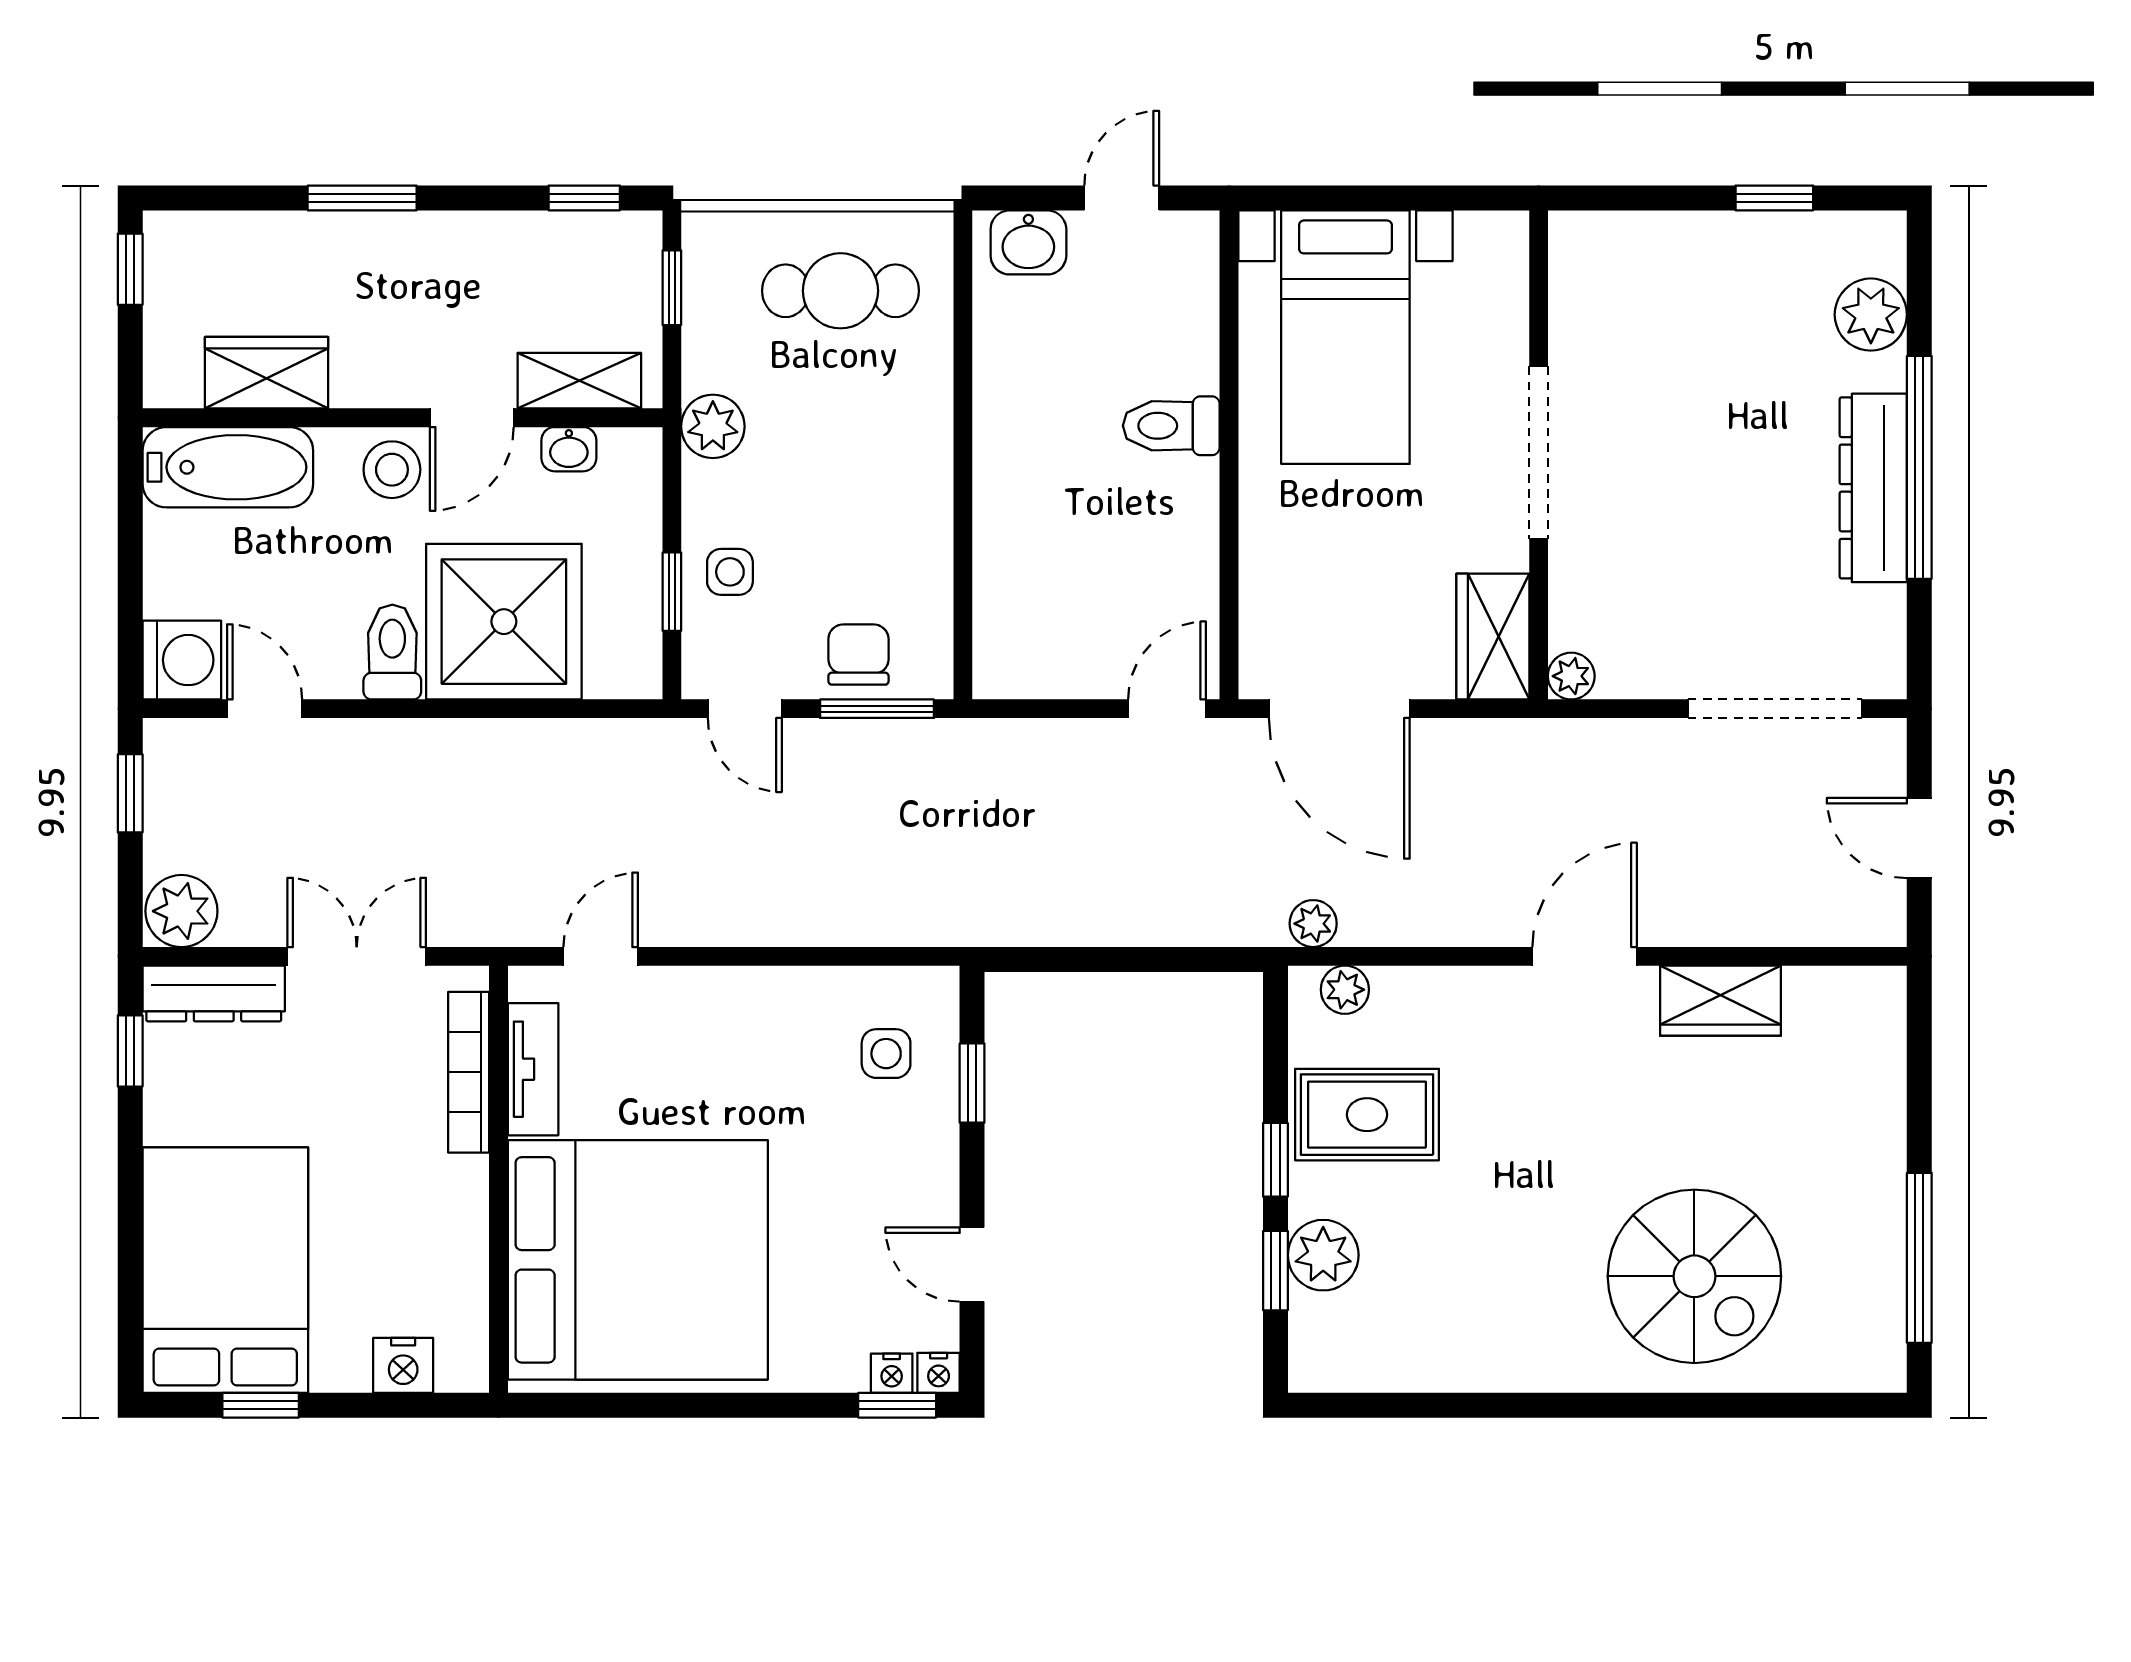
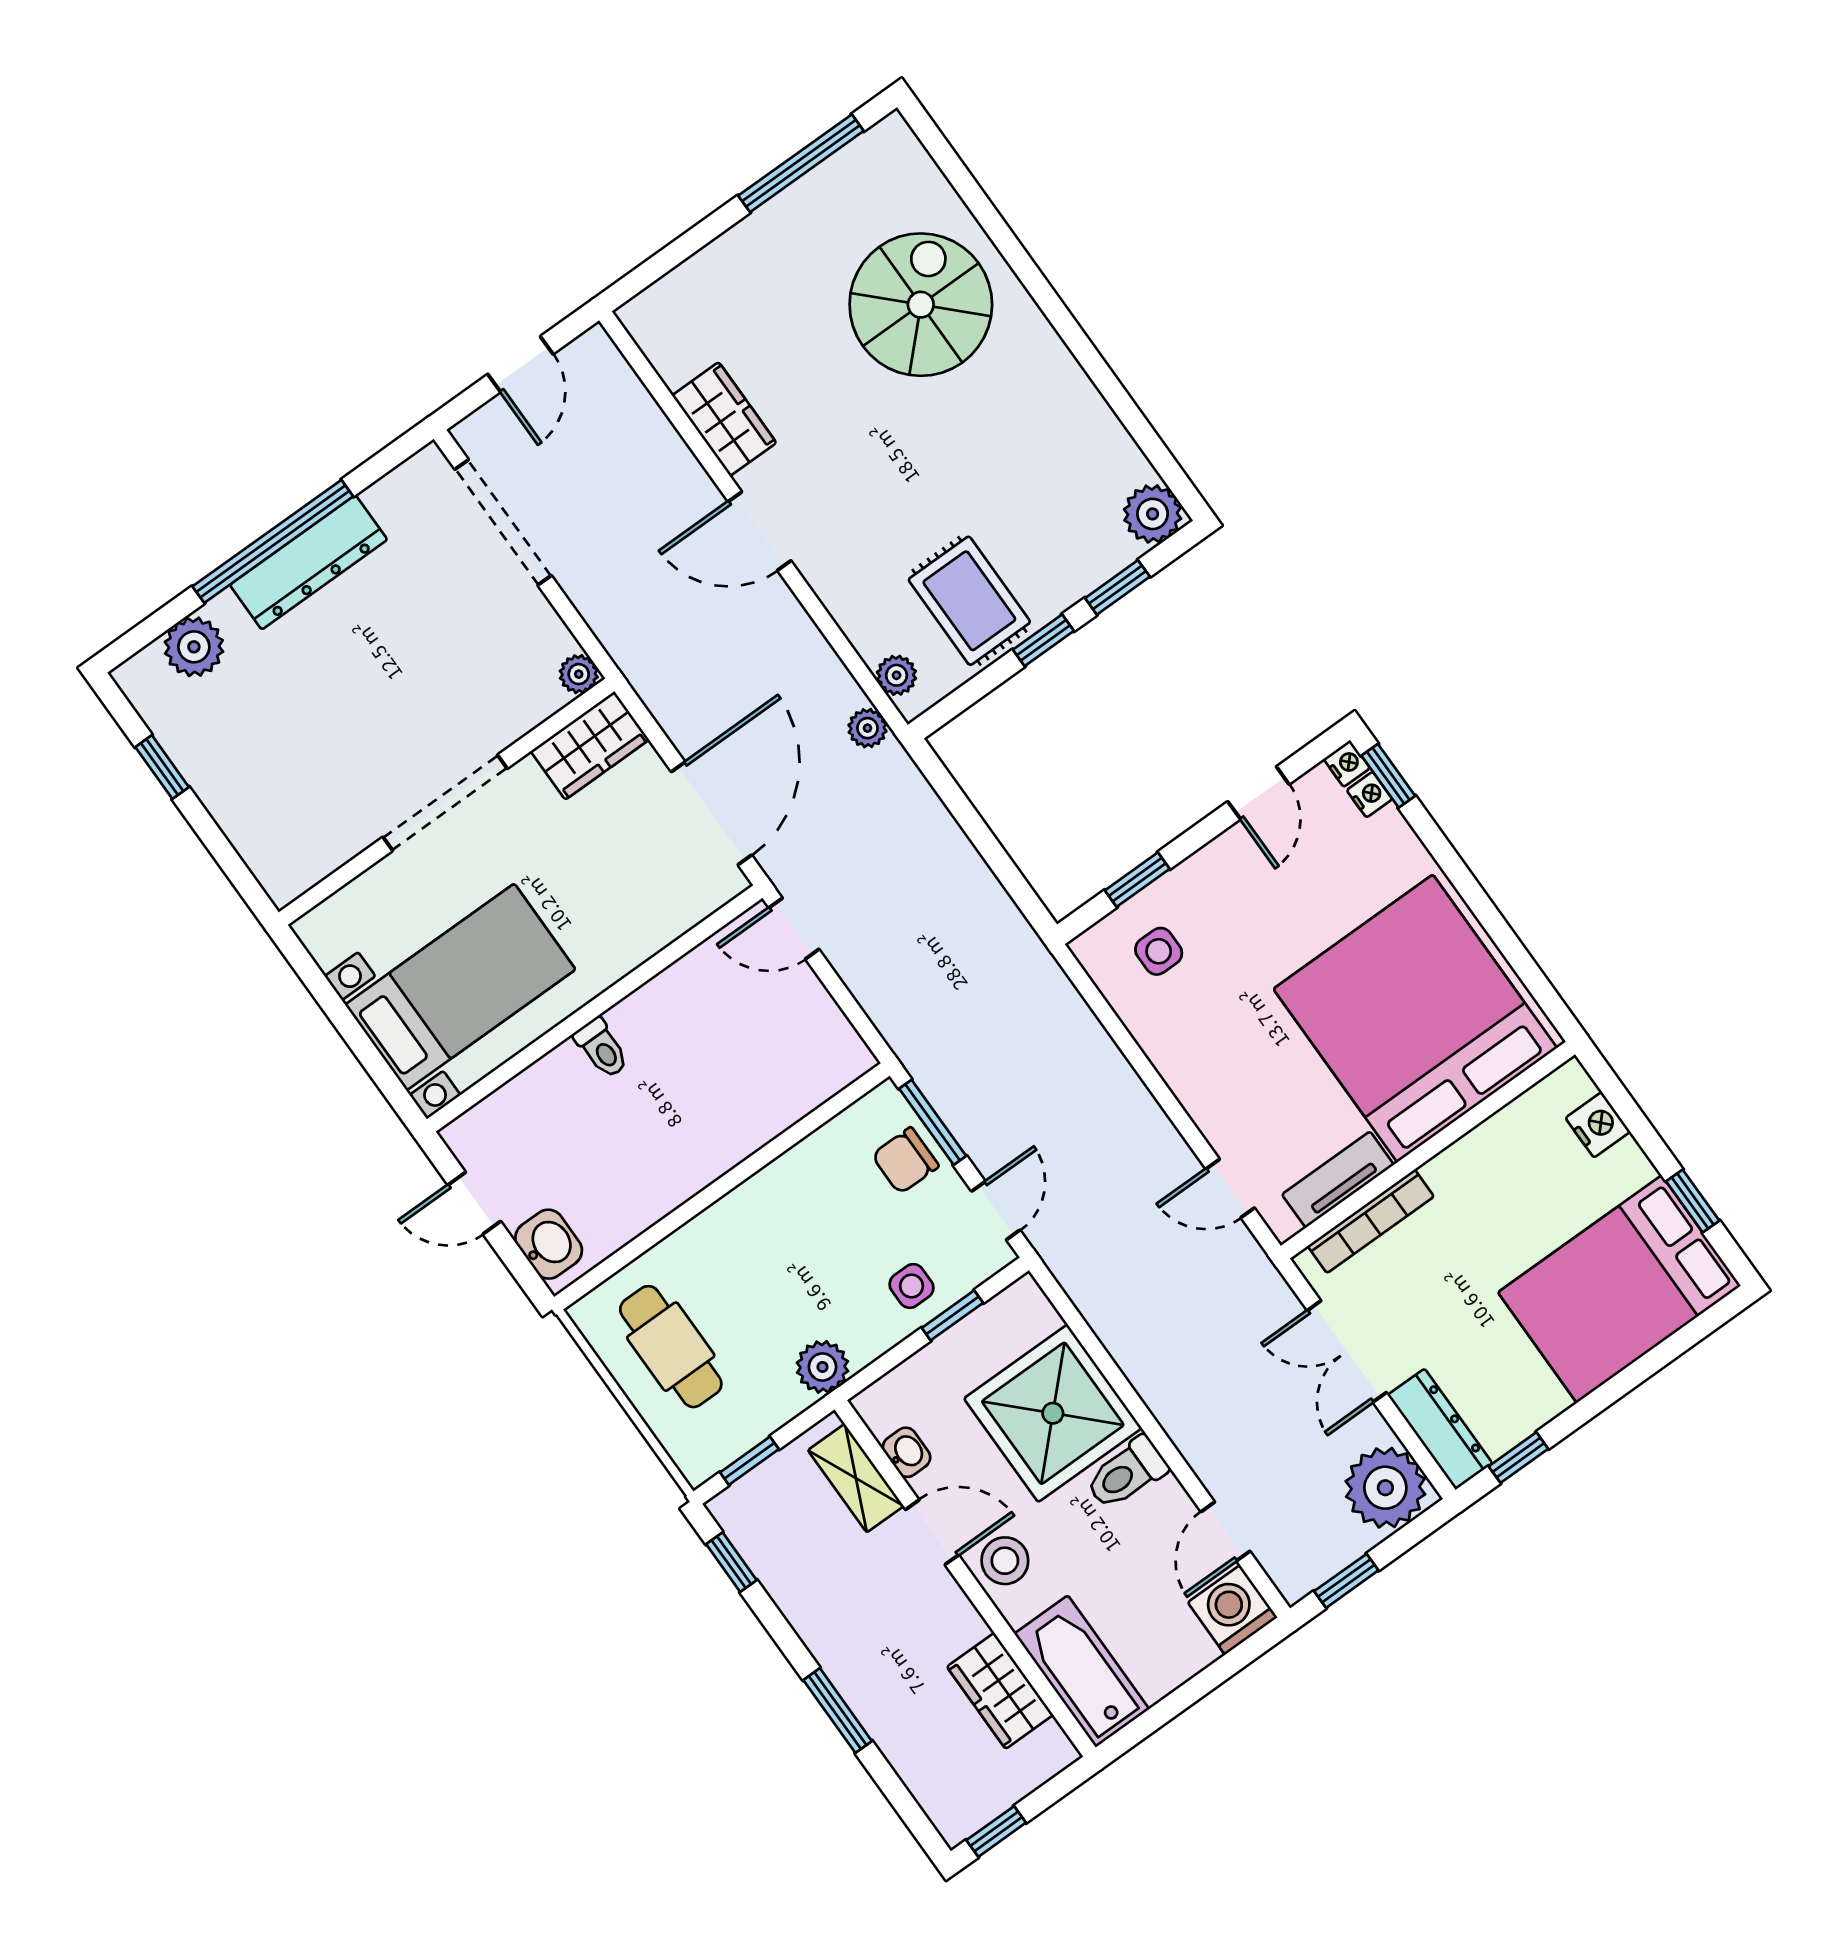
toilet: (1171, 426) -> (602, 1048), width x0.73, depth x0.72
plant: (181, 911) -> (1385, 1488), width x1.36, depth x1.36
plant: (1323, 1255) -> (1153, 514), moved

